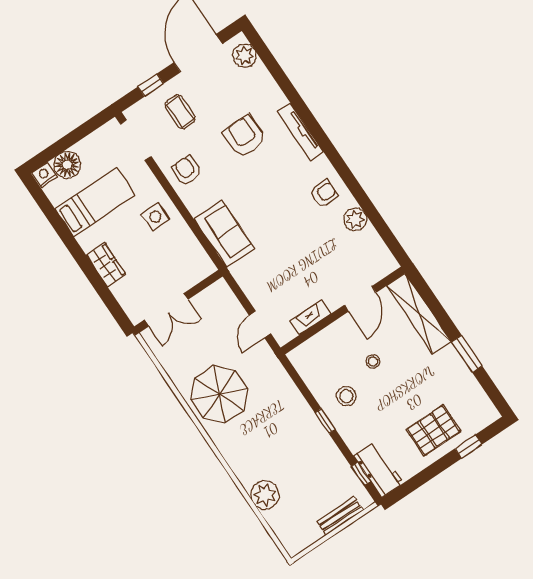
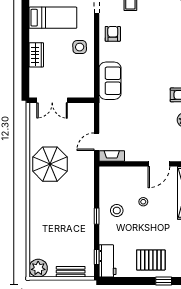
armchair: (244, 136) -> (156, 36), removed
fireplace: (310, 317) -> (112, 156), moved
plant: (265, 495) -> (38, 268), moved

